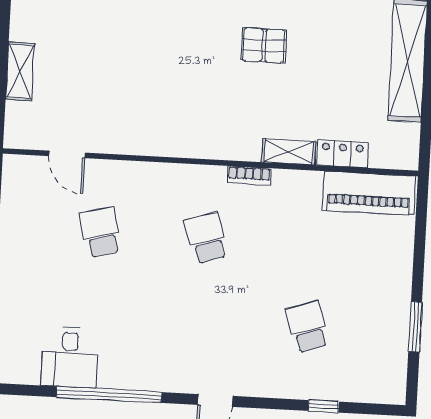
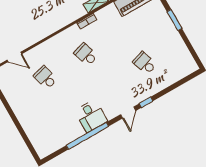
window: (415, 327) -> (174, 20), moved
desk: (70, 357) -> (91, 116), moved
window: (323, 406) -> (146, 102), moved

